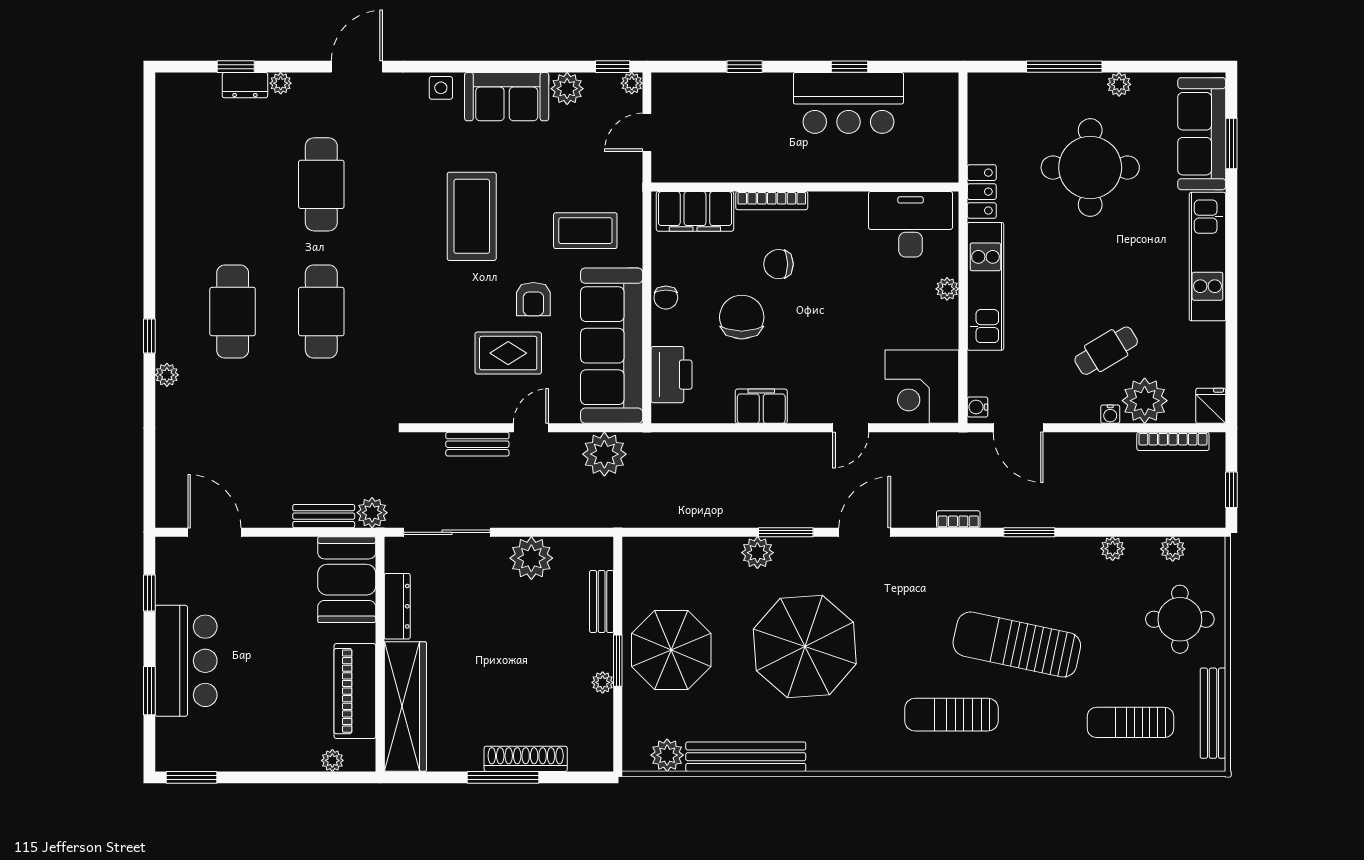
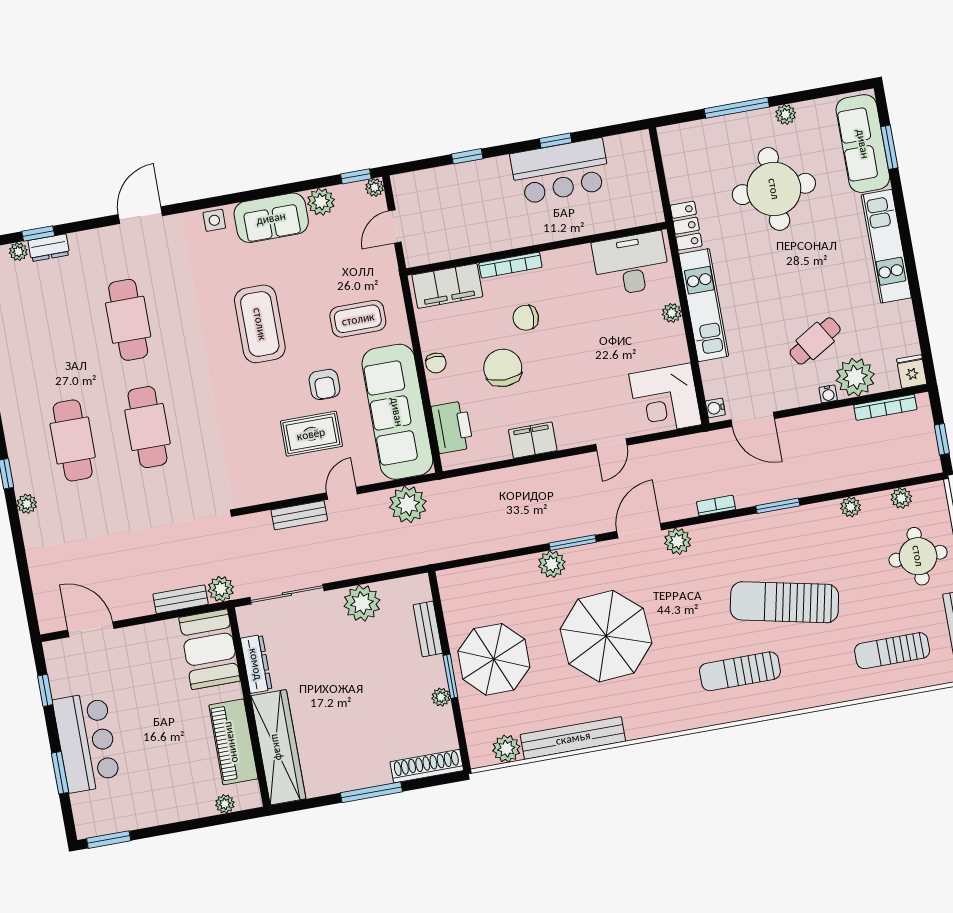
plant: (281, 83) -> (18, 252), moved
plant: (907, 552) -> (678, 541), added
shoe rack: (526, 759) -> (427, 766), moved

